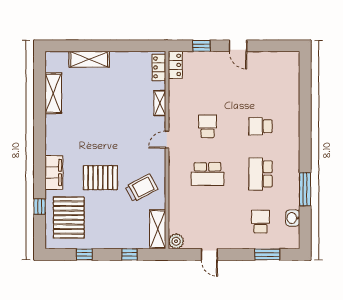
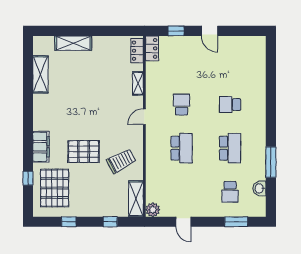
school desk: (208, 174) -> (182, 148), turned -90
school desk: (260, 174) -> (230, 148), turned 180
school desk: (260, 222) -> (230, 192), turned 180

